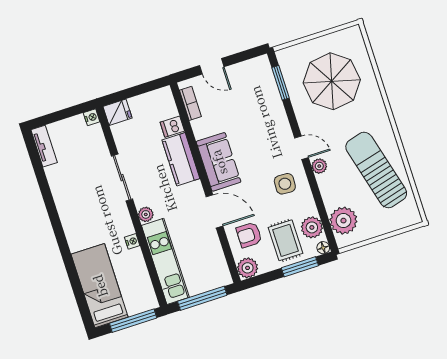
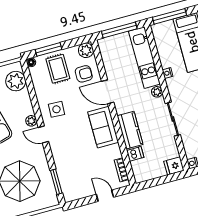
plant: (312, 227) -> (39, 77), removed

